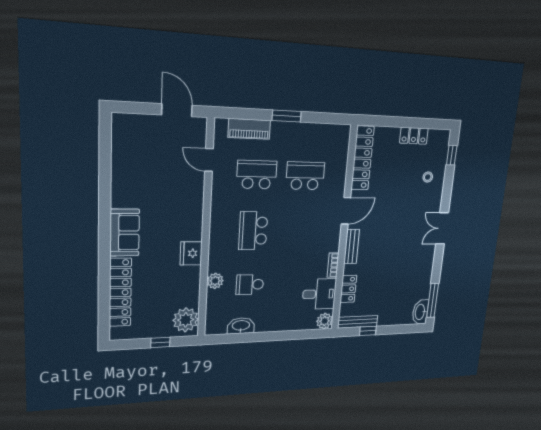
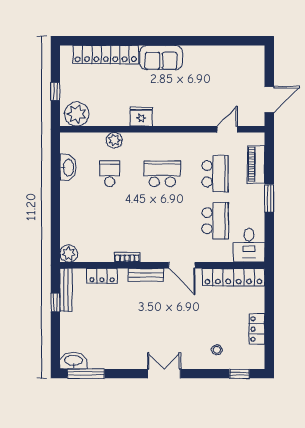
desk: (319, 294) -> (249, 245), moved

